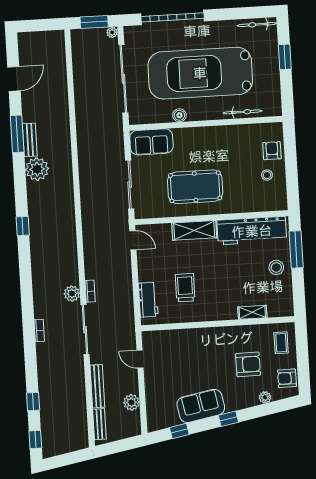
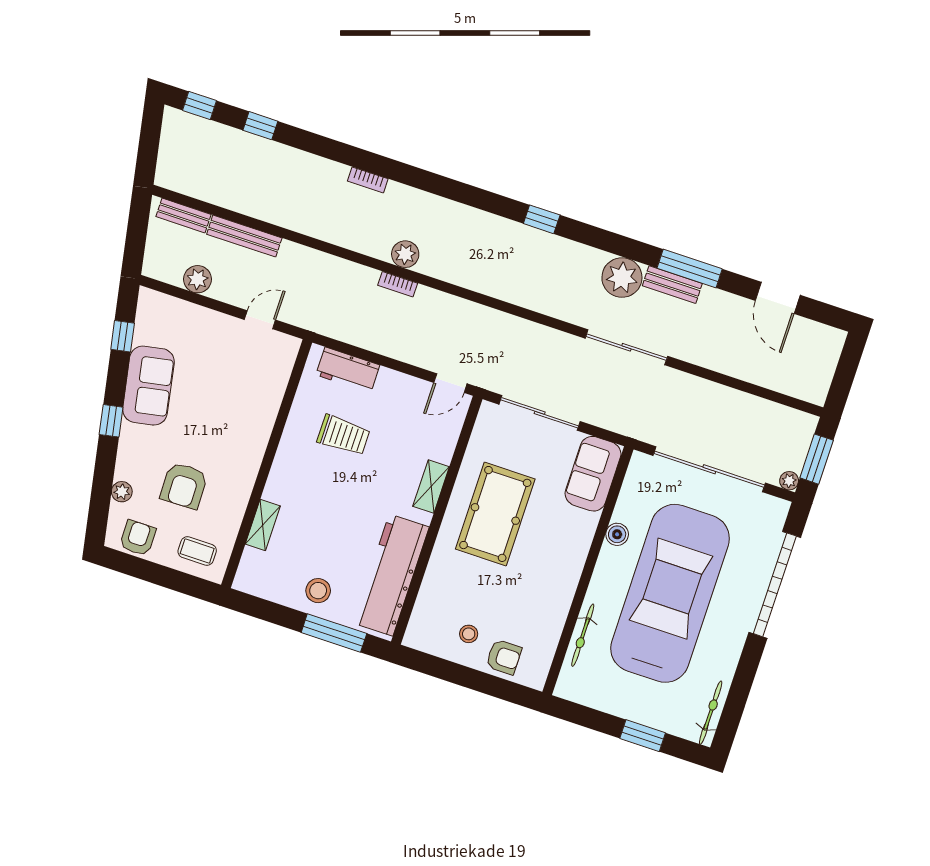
shelving: (194, 230) -> (431, 486), width x0.67, depth x0.75
sliding door: (85, 330) -> (626, 347), moved

